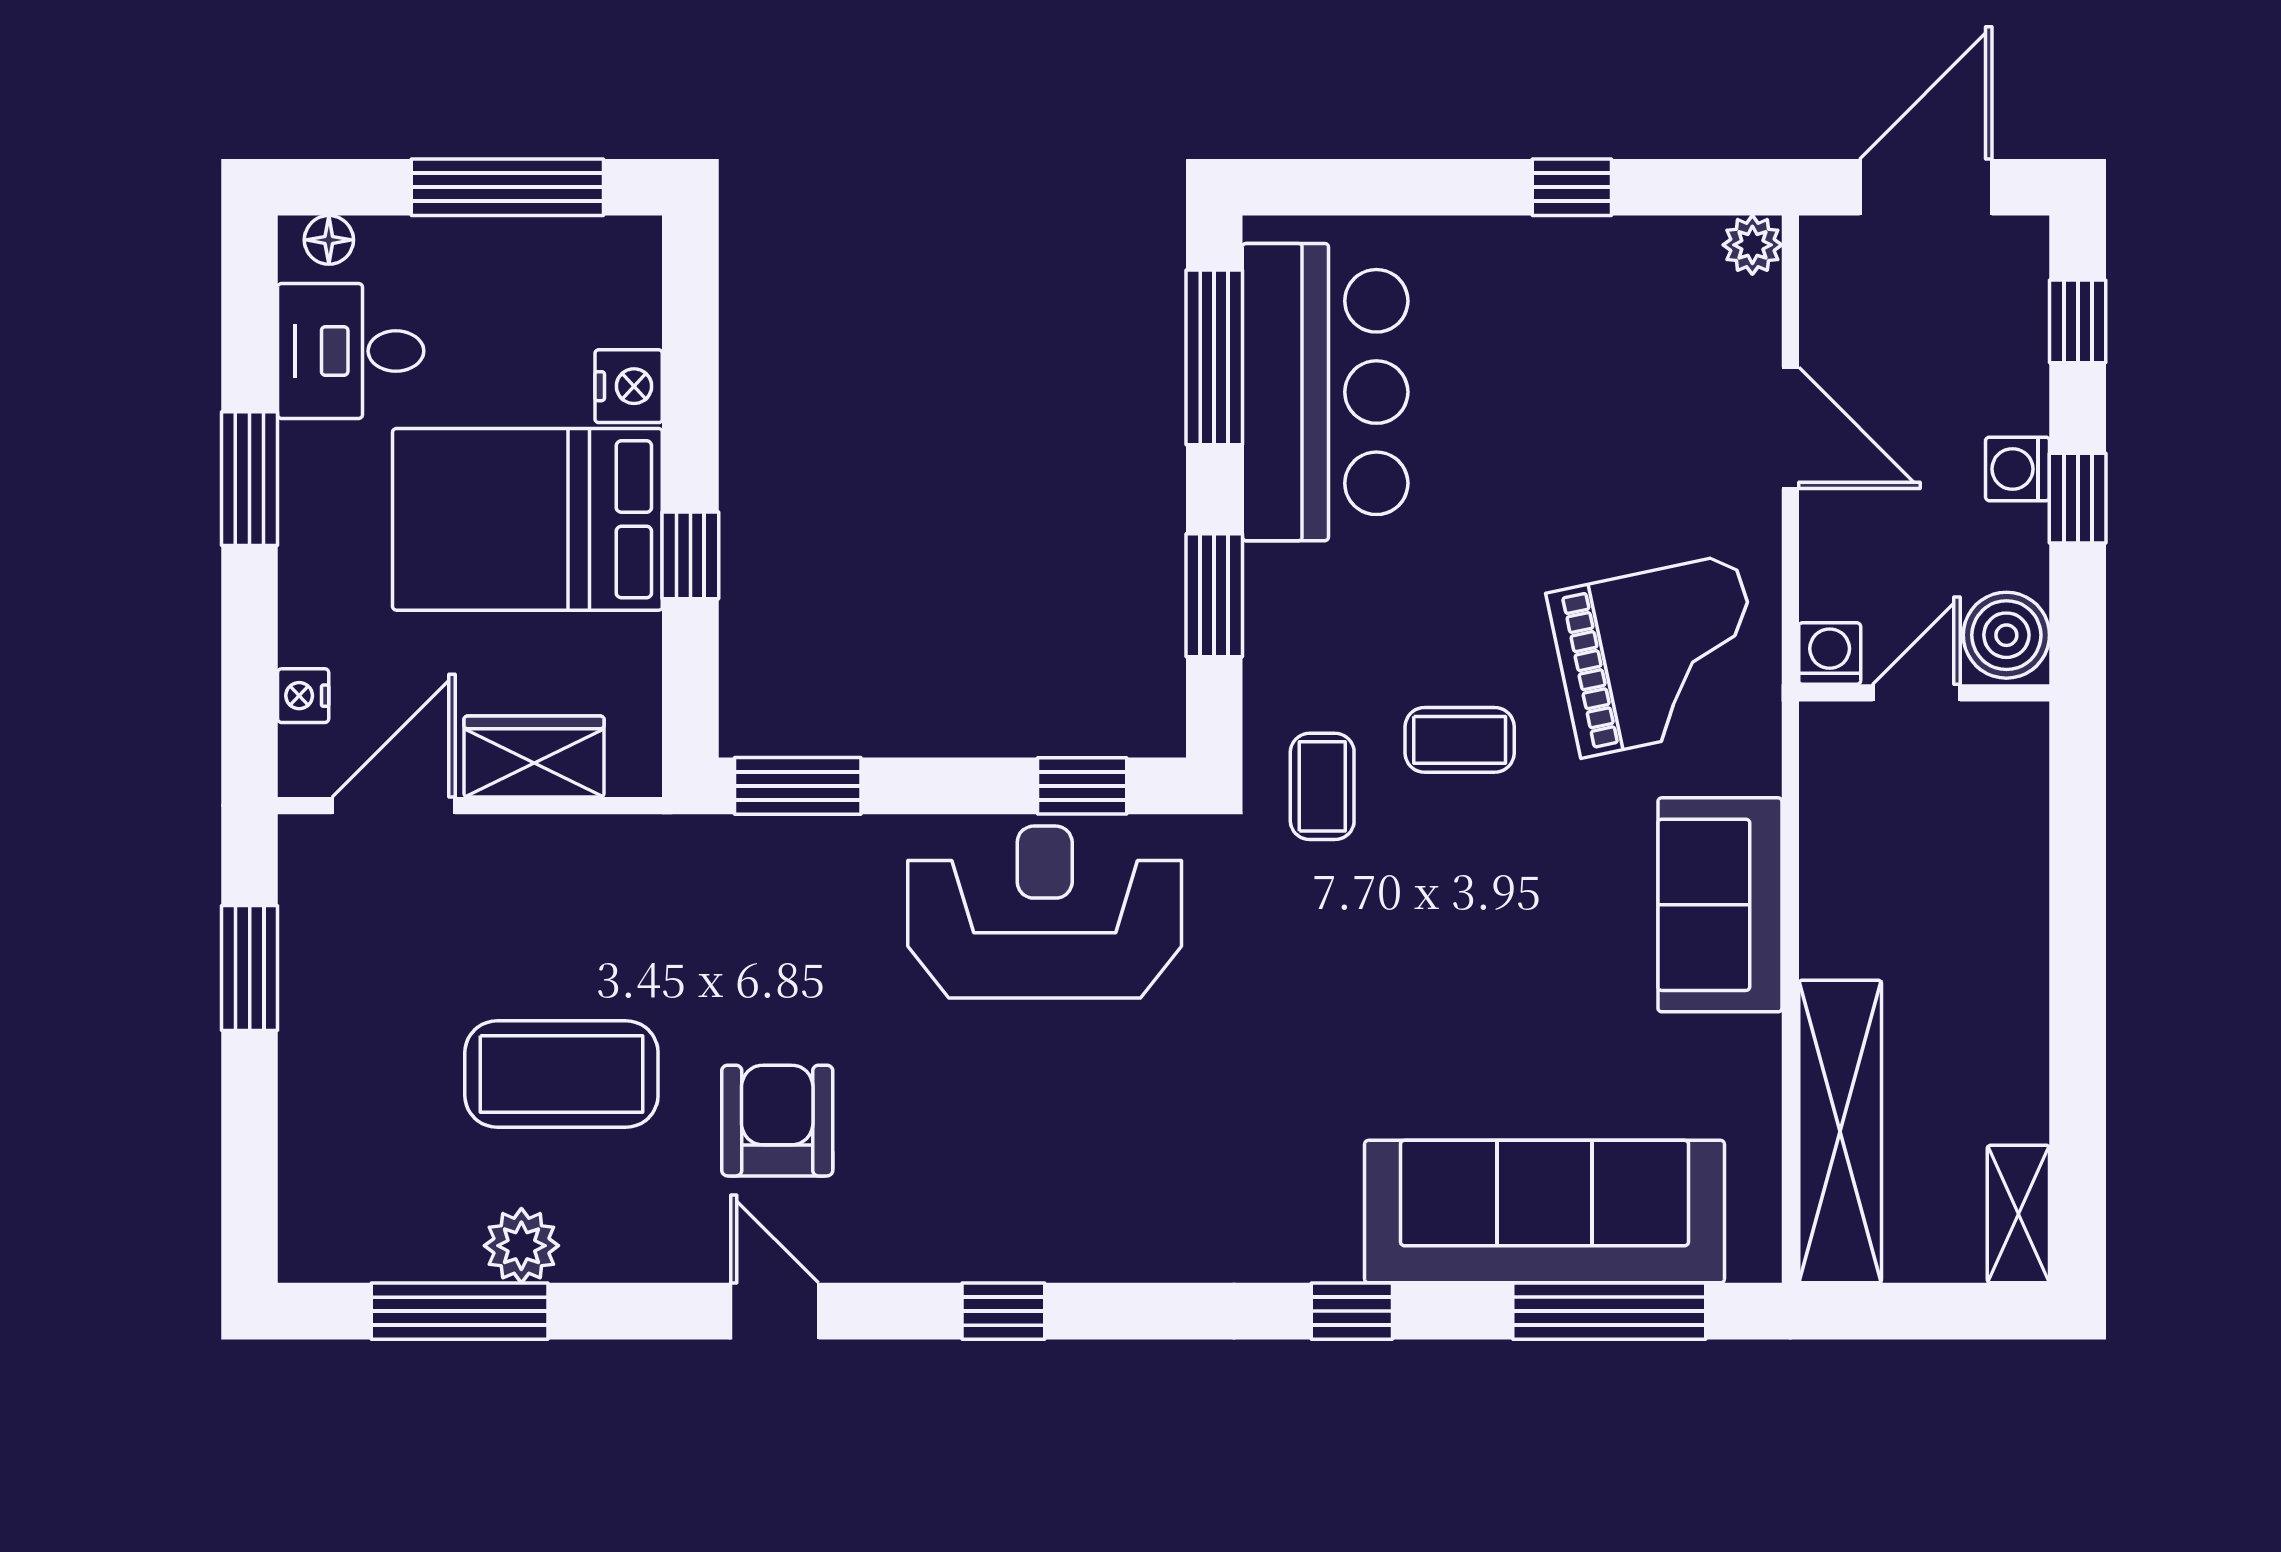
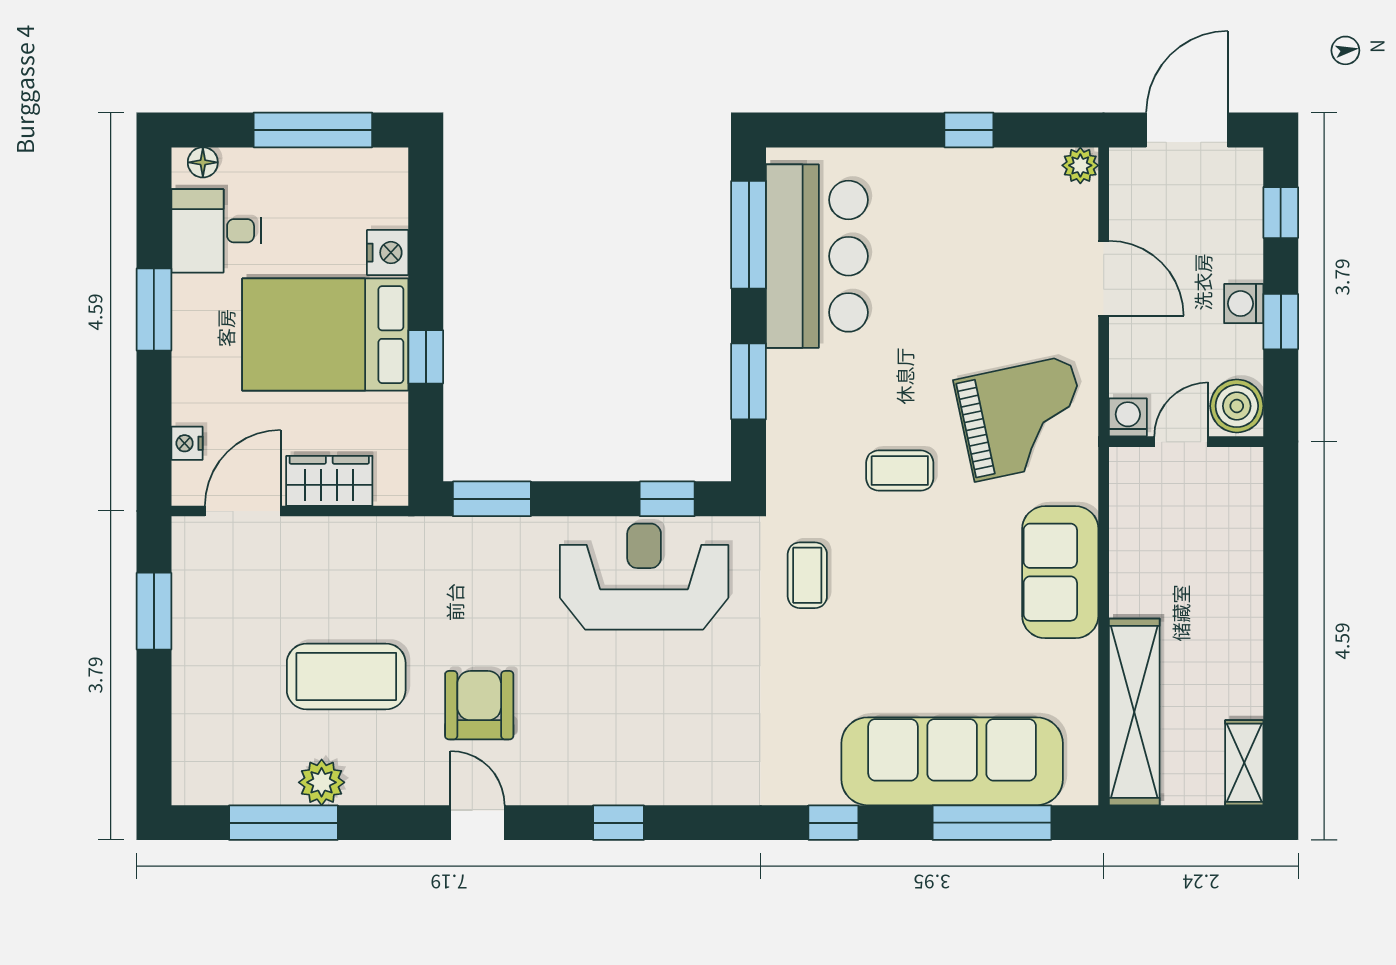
coffee table: (1322, 786) -> (807, 575), moved

